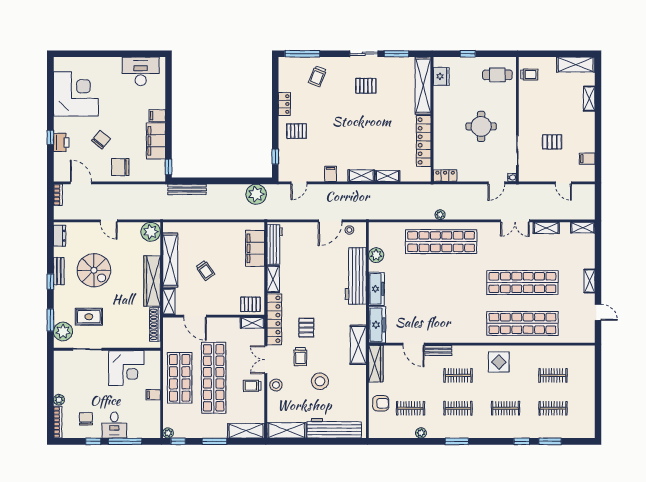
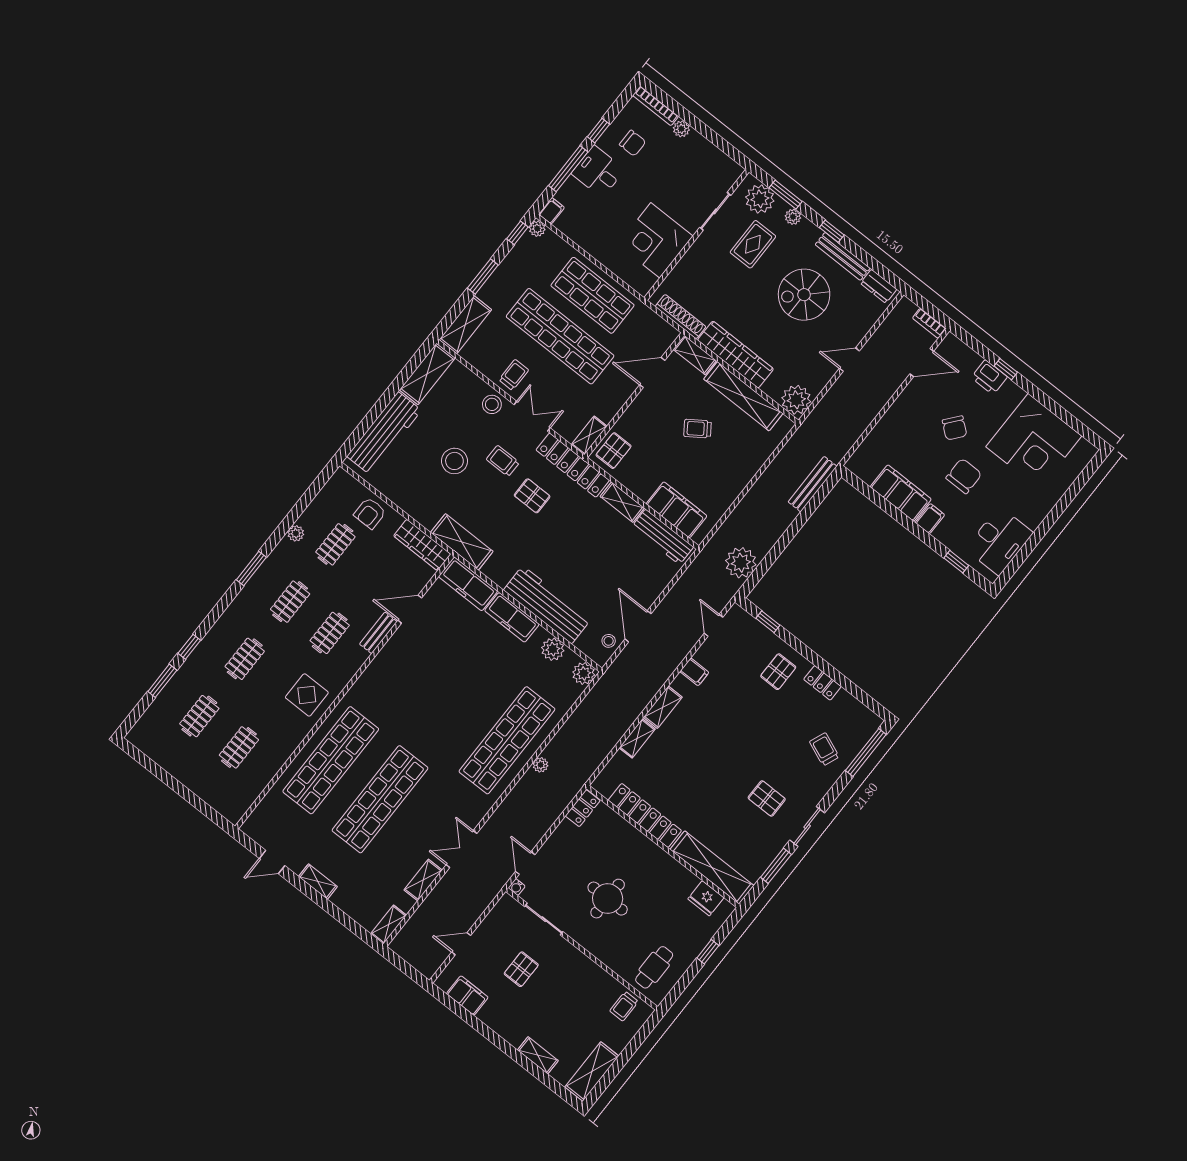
pallet: (366, 86) -> (767, 798), turned 90
filing cabinet: (587, 159) -> (467, 995), width x2.00
chair: (120, 167) -> (964, 476), moved
window: (169, 167) -> (956, 562), moved
plant: (376, 230) -> (584, 673), added
bench: (59, 271) -> (843, 256), width x1.36
plant: (59, 307) -> (793, 217), added
filing cabinet: (153, 395) -> (552, 211), moved

